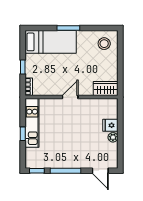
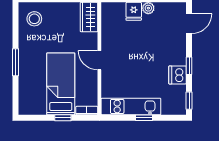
bed: (51, 42) -> (61, 84), moved
dishwasher: (58, 161) -> (178, 75), added
window: (66, 171) -> (189, 66), width x0.46

